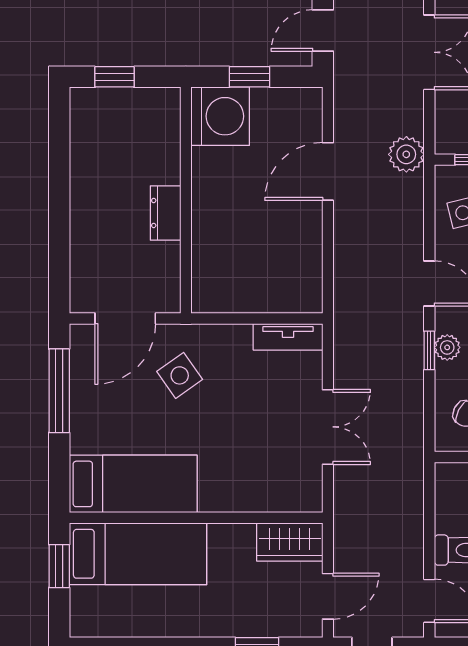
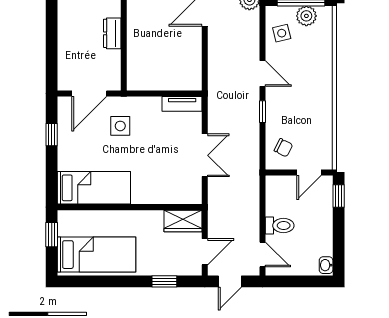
plant: (447, 347) -> (273, 110), removed
side table: (180, 375) -> (120, 126), turned 35
window: (59, 391) -> (52, 135), width x0.46
bed: (138, 554) -> (97, 255), moved

